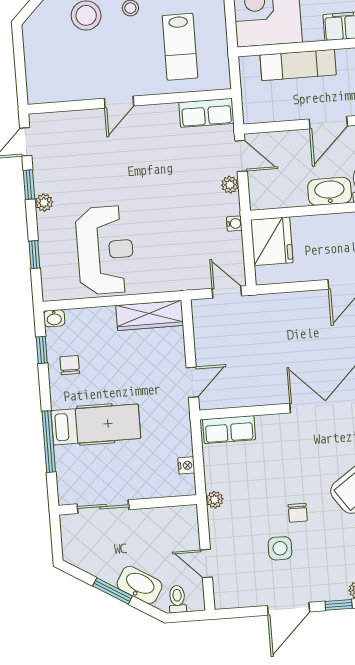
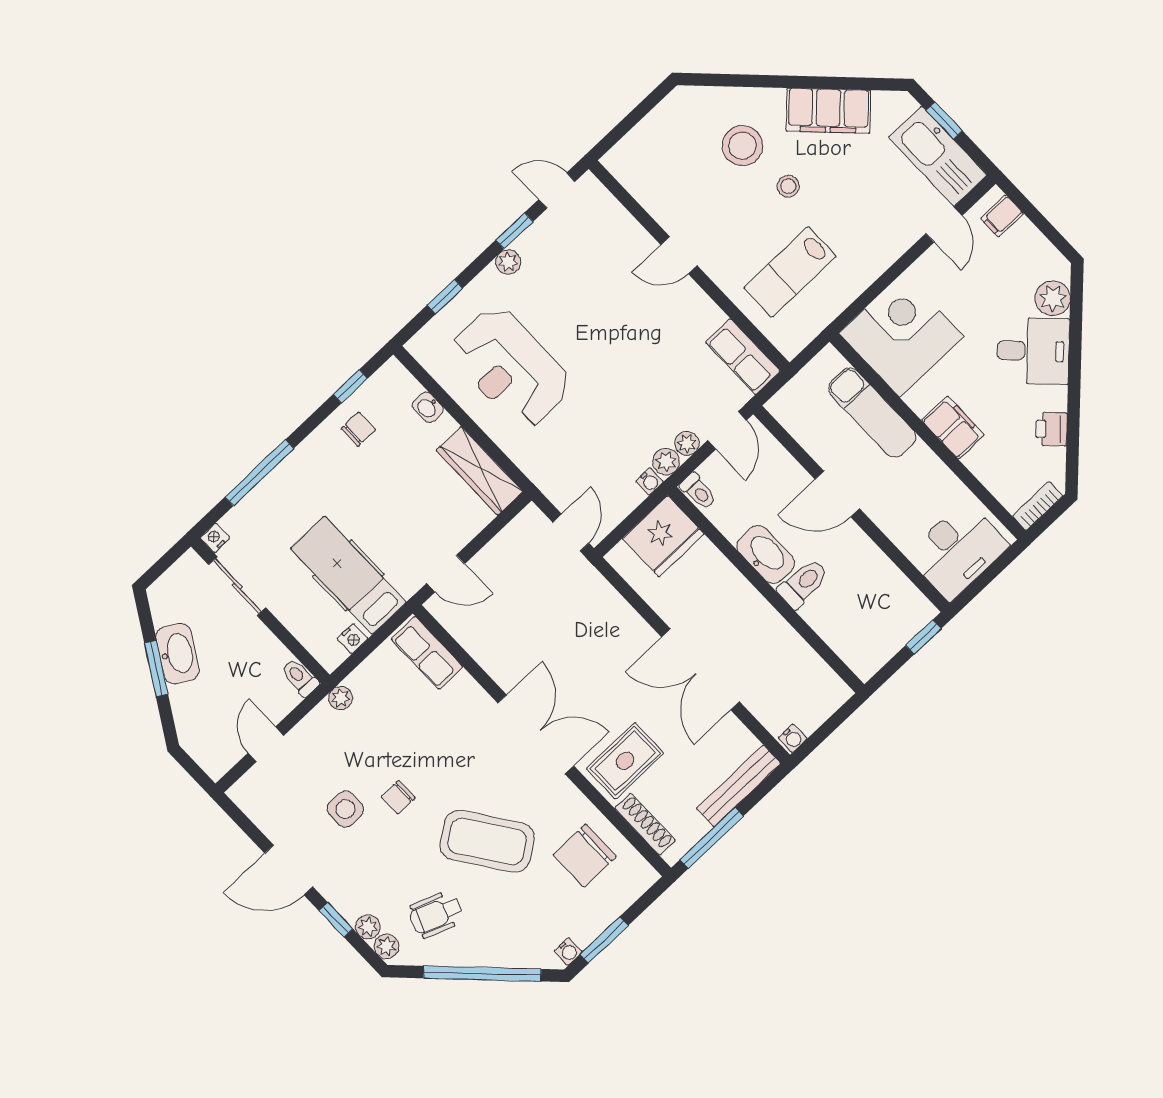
toilet: (262, 201) -> (698, 491), added
plant: (231, 205) -> (666, 462), added
reception desk: (105, 250) -> (511, 368), turned 90
washbasin: (54, 318) -> (428, 407), moved
hospital bed: (96, 424) -> (348, 575), moved, turned 180
nightstand: (65, 497) -> (215, 538), added
washbasin: (139, 585) -> (178, 654), moved
toilet: (177, 599) -> (300, 678), moved, turned -90

